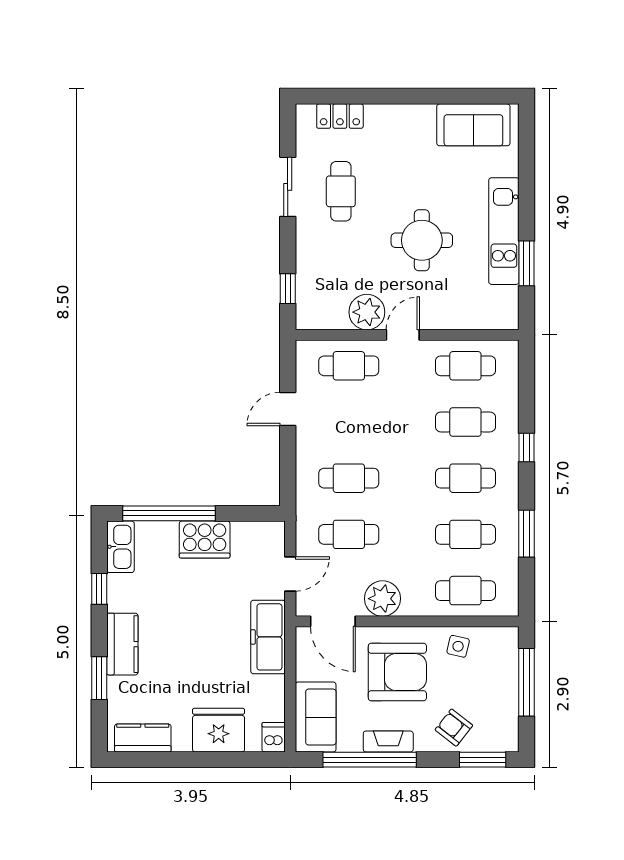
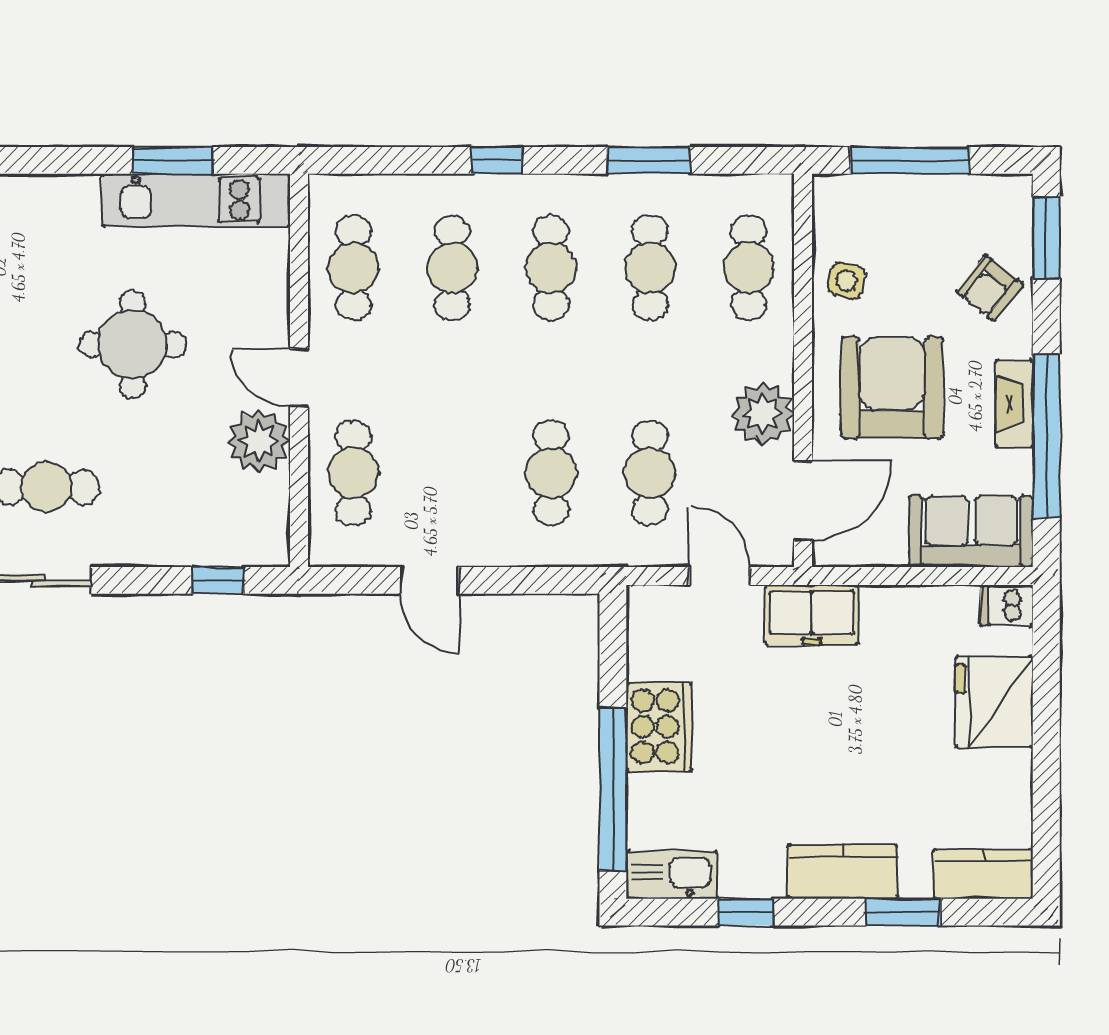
kitchen unit: (504, 231) -> (196, 200), moved
freezer: (268, 637) -> (812, 615), width x0.71
kitchen counter: (143, 738) -> (983, 874), moved, turned 90

